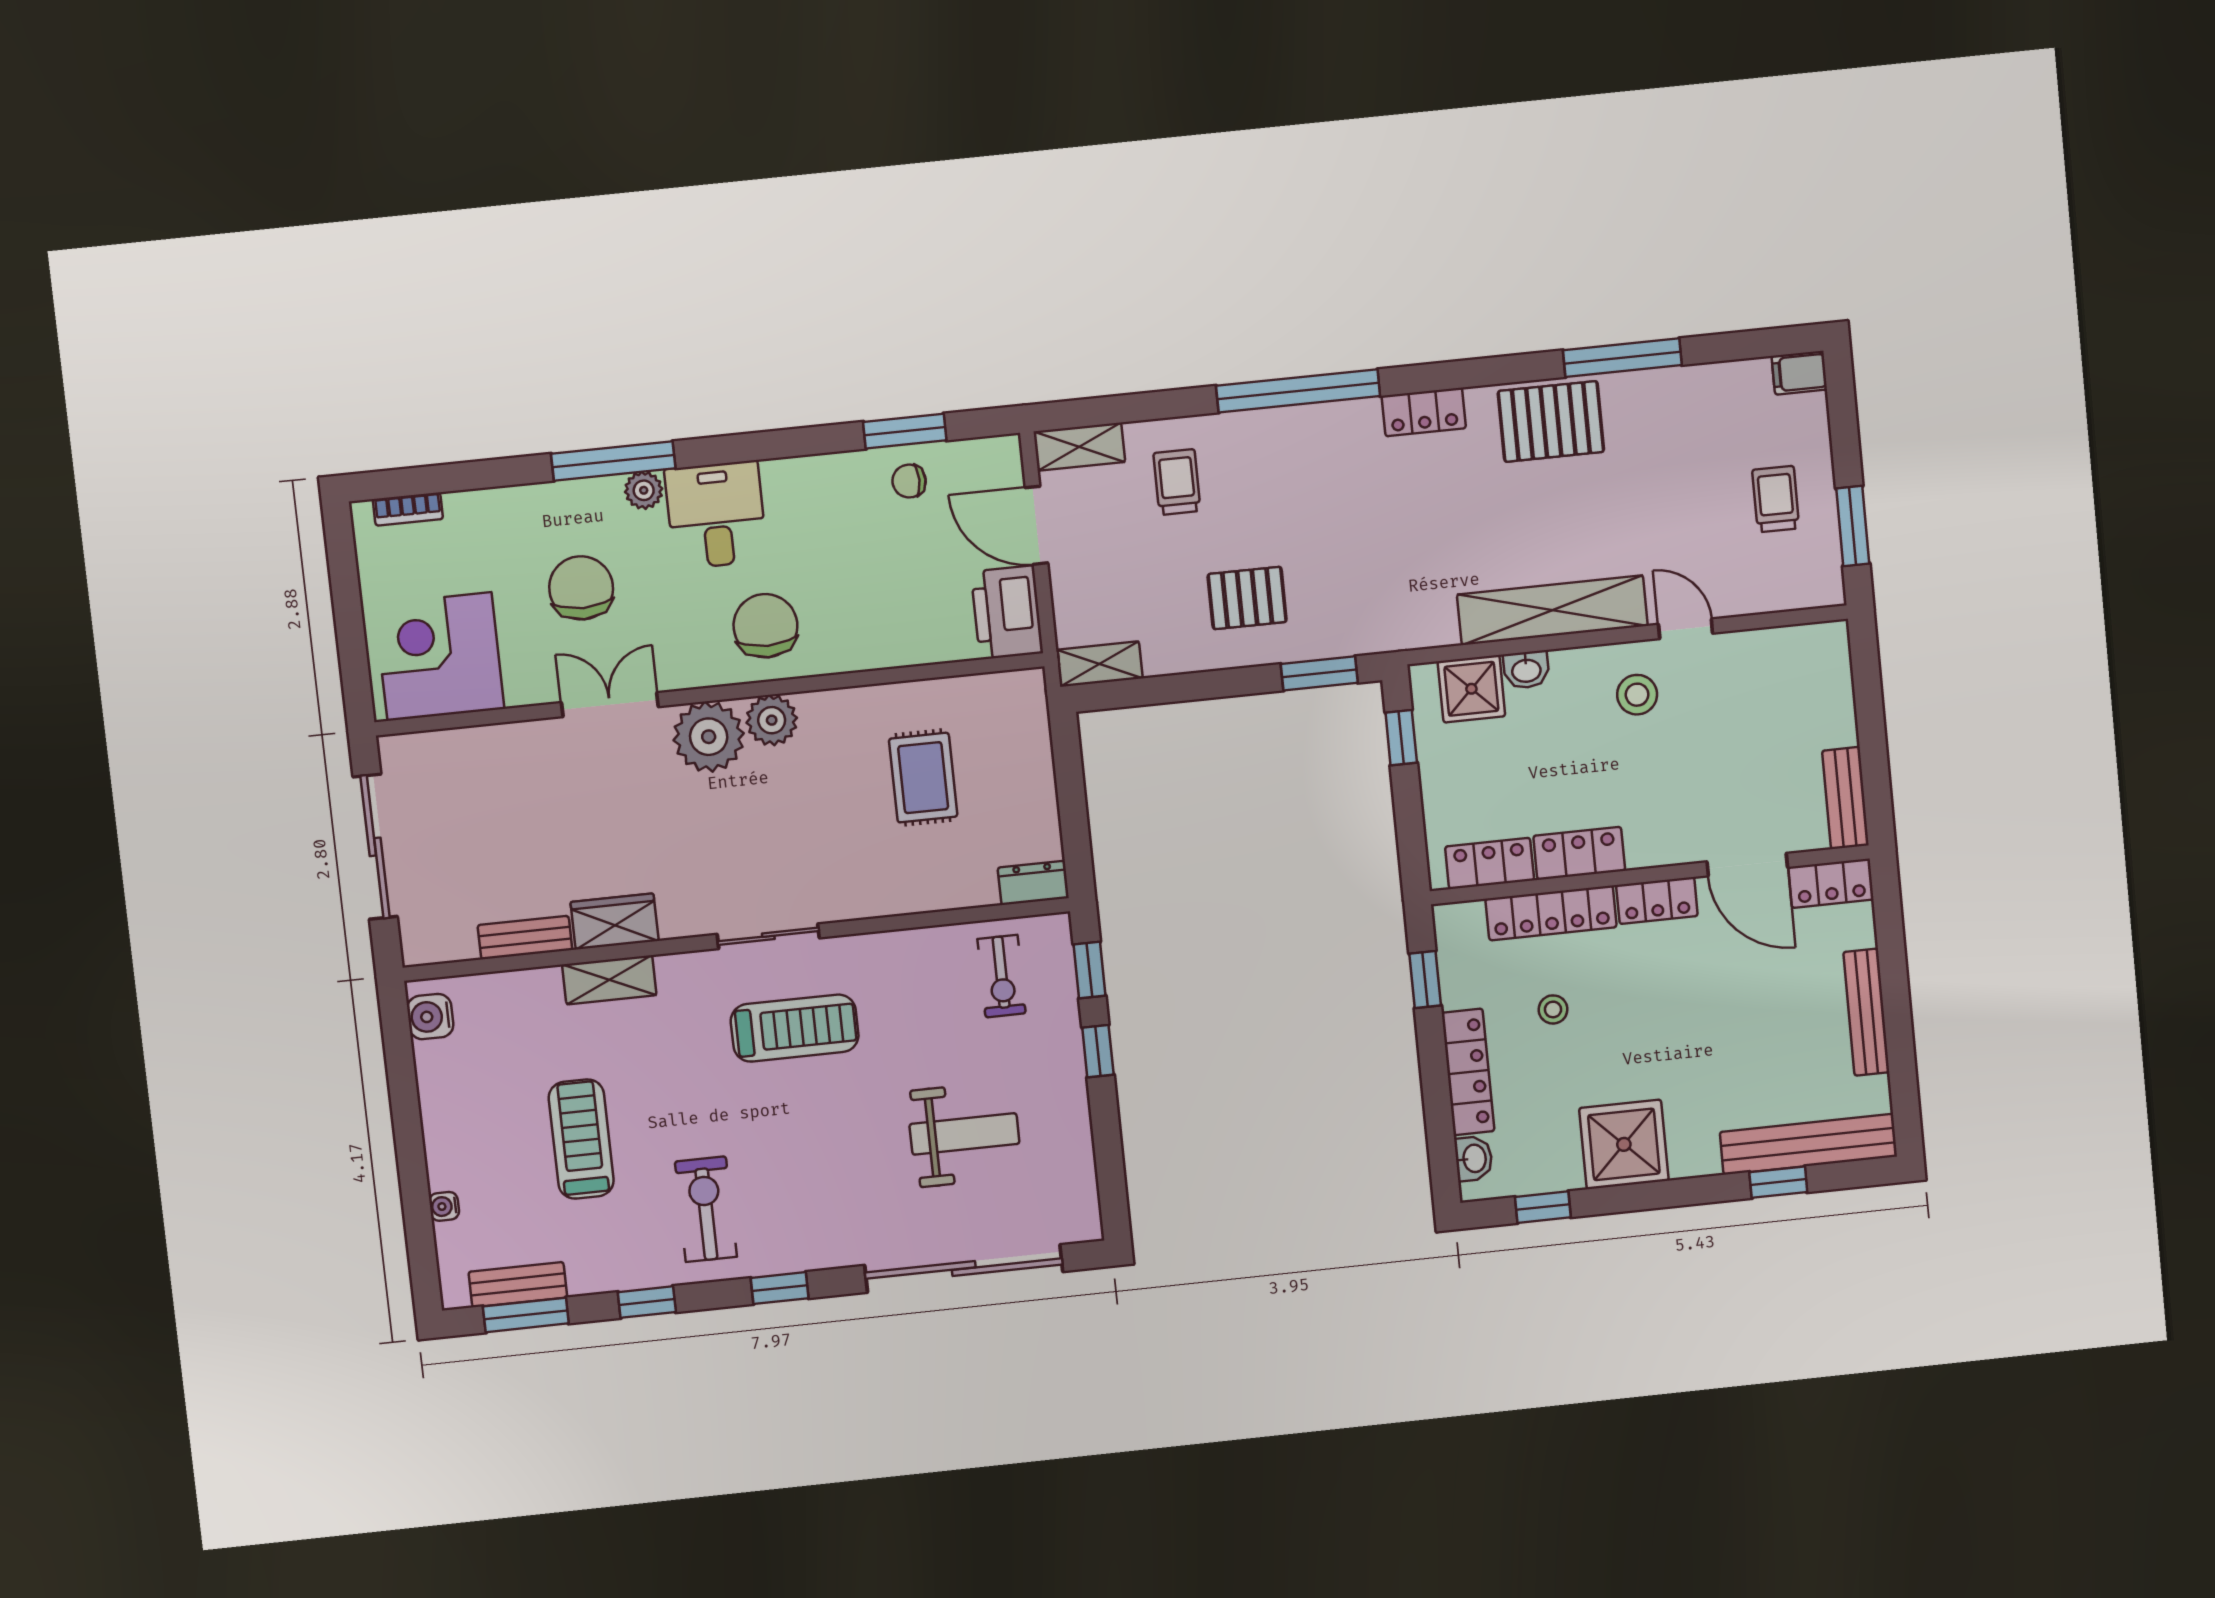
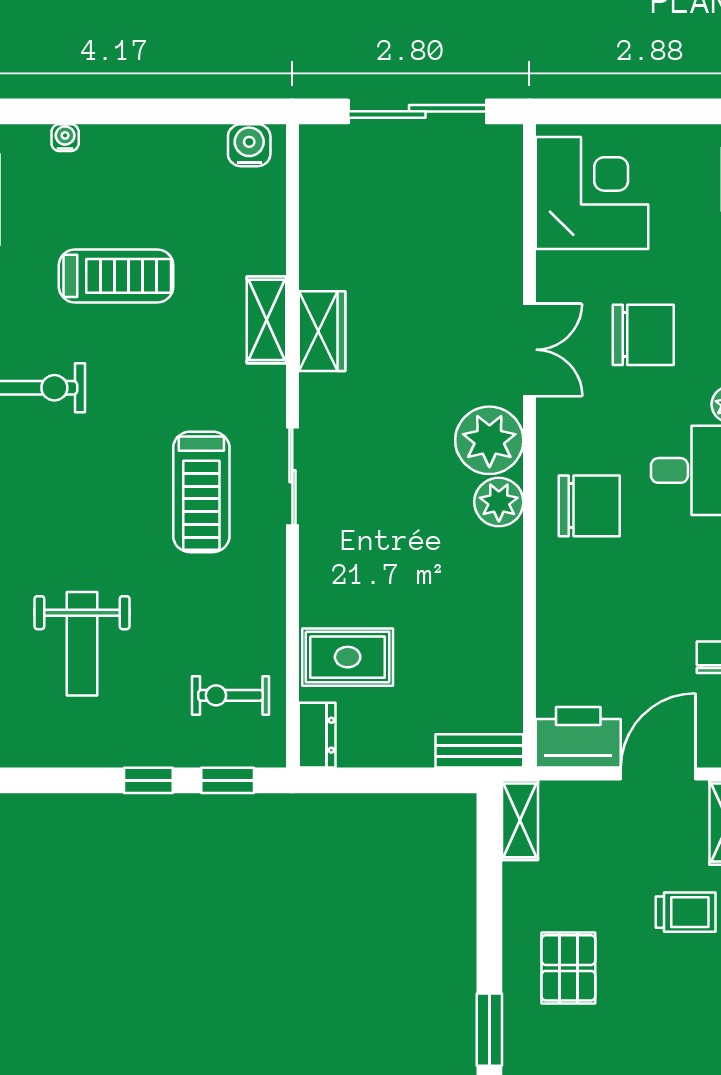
rug: (923, 778) -> (348, 657), moved
bench: (525, 938) -> (479, 751), moved, turned 90

